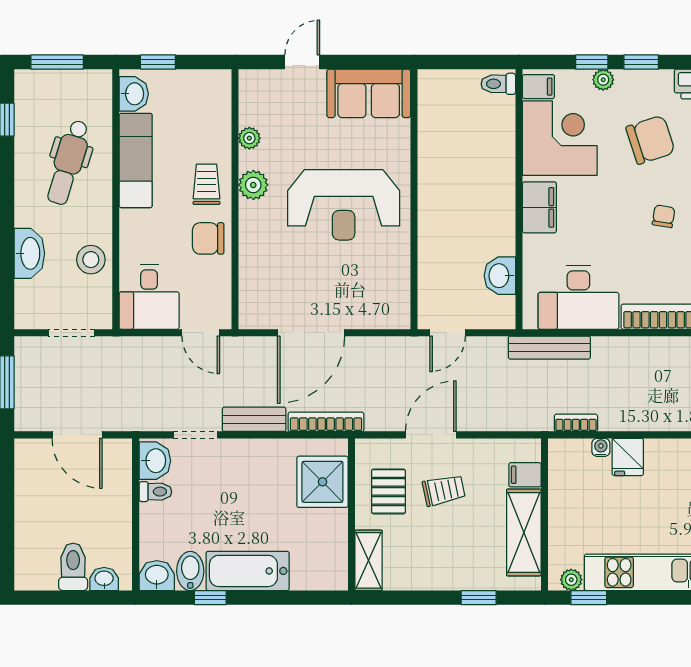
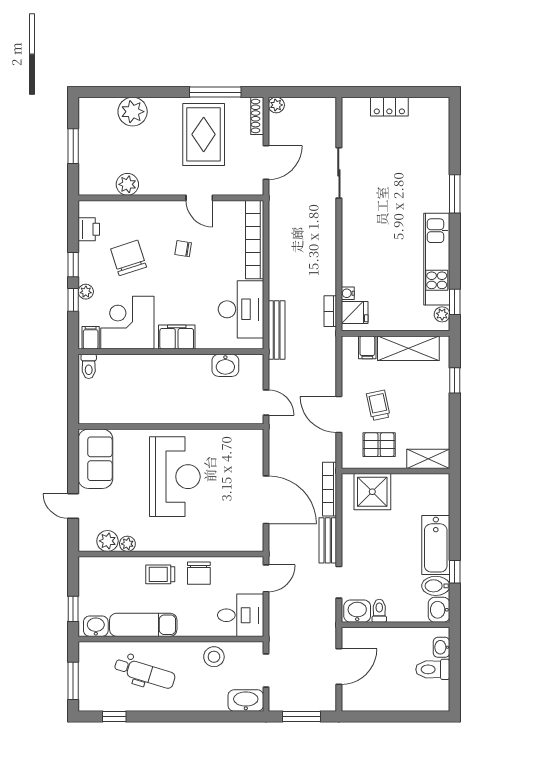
plant: (253, 185) -> (107, 541), moved
washbasin: (29, 253) -> (246, 701), moved
fridge: (628, 457) -> (355, 312), moved

